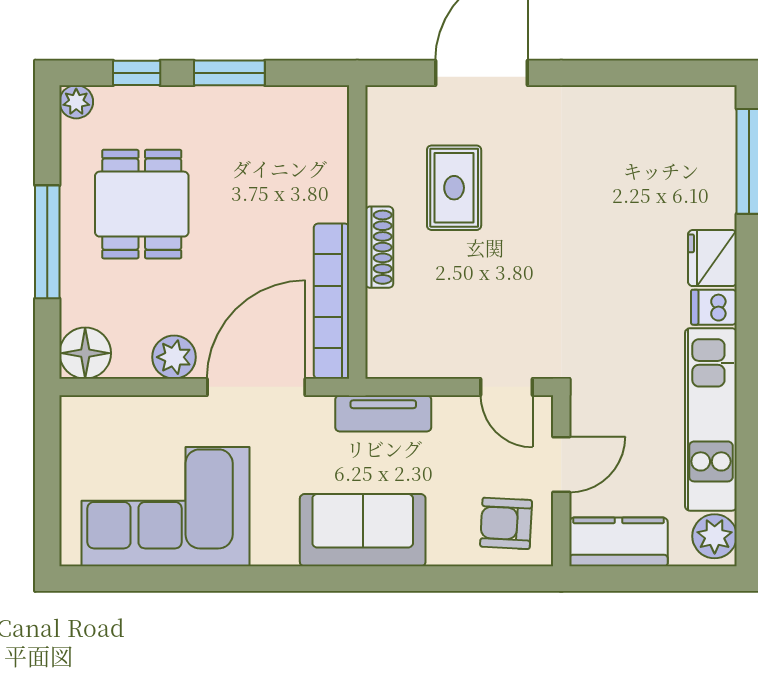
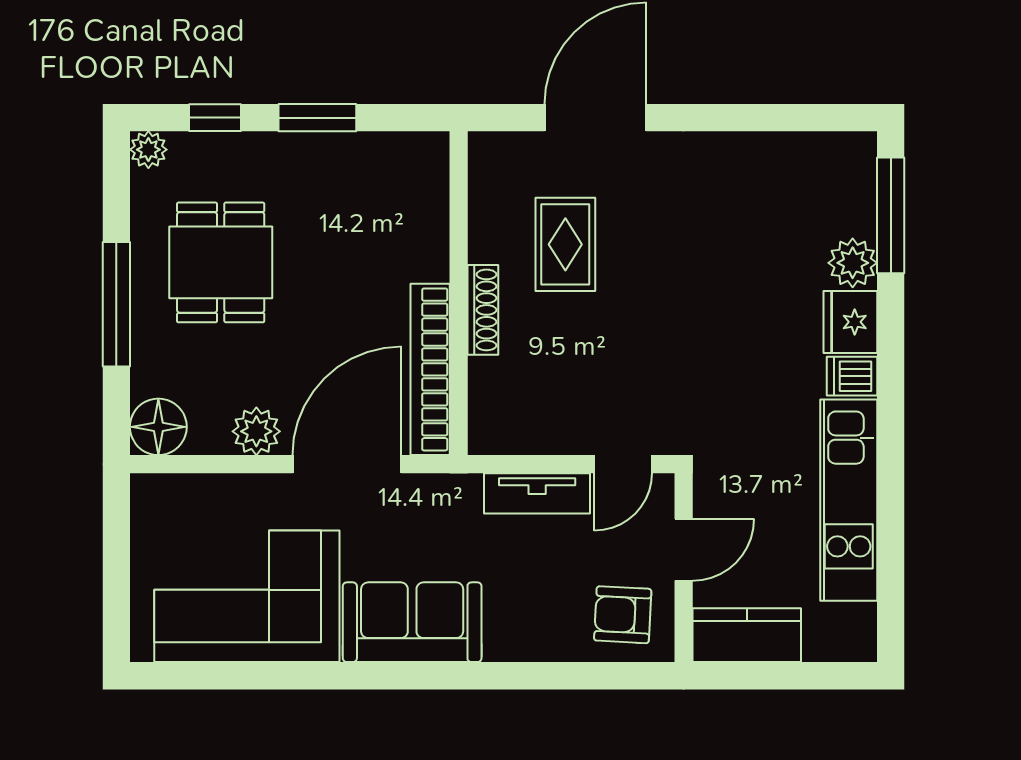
door: (507, 387) -> (623, 464), hinge flipped
tv unit: (383, 413) -> (537, 493), moved
sofa: (363, 530) -> (412, 622), moved
plant: (715, 536) -> (853, 263), moved

